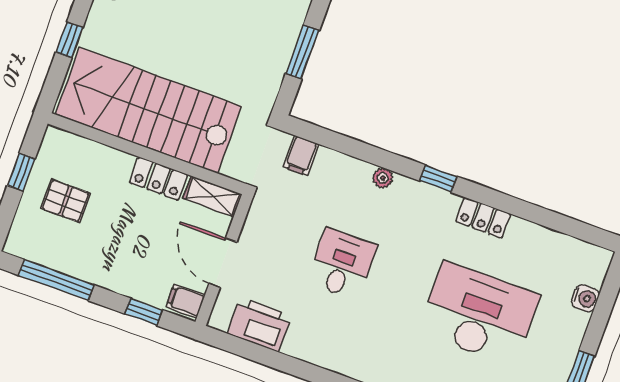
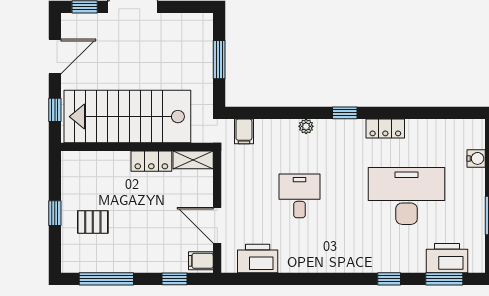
stairs: (148, 110) -> (127, 117), moved
wall: (147, 154) -> (137, 147), moved
locker: (158, 179) -> (151, 161), moved
shelving: (212, 196) -> (193, 160), moved

